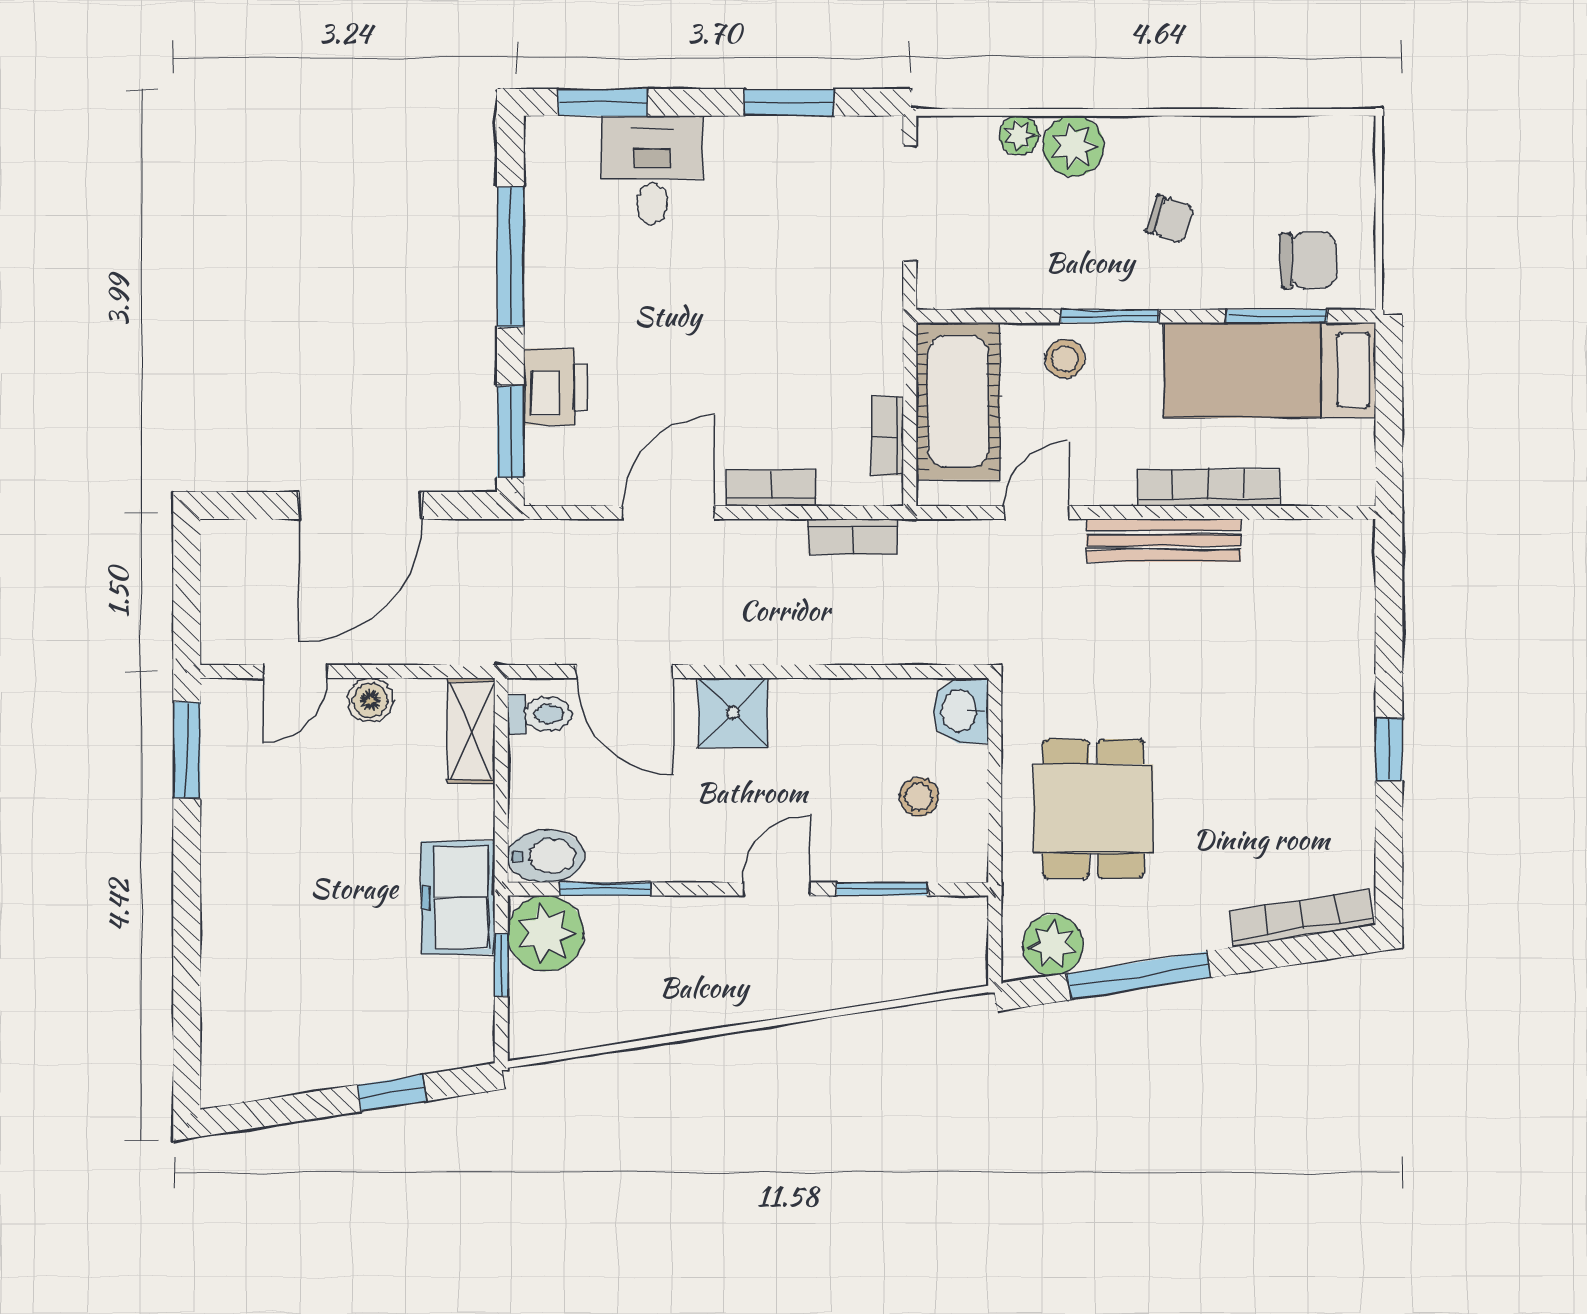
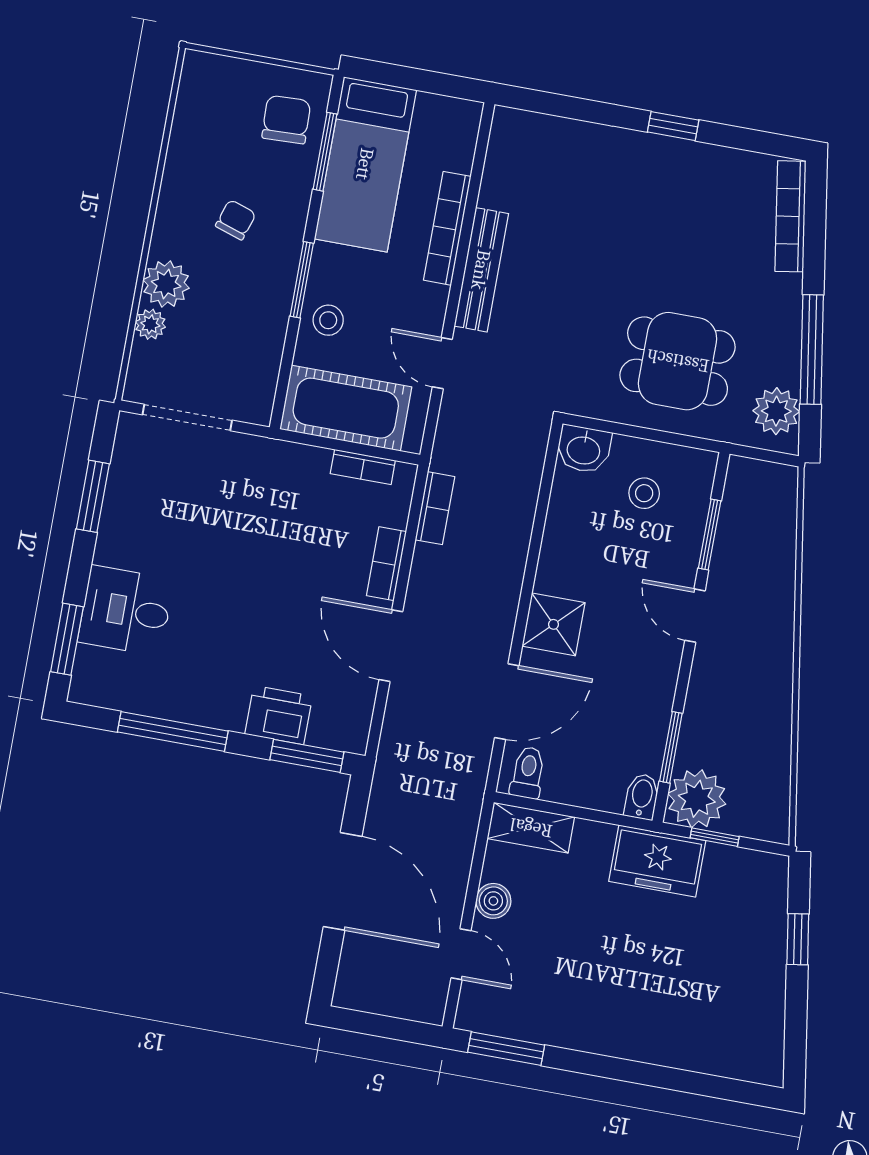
bidet: (546, 856) -> (642, 797), width x0.72, depth x0.74

